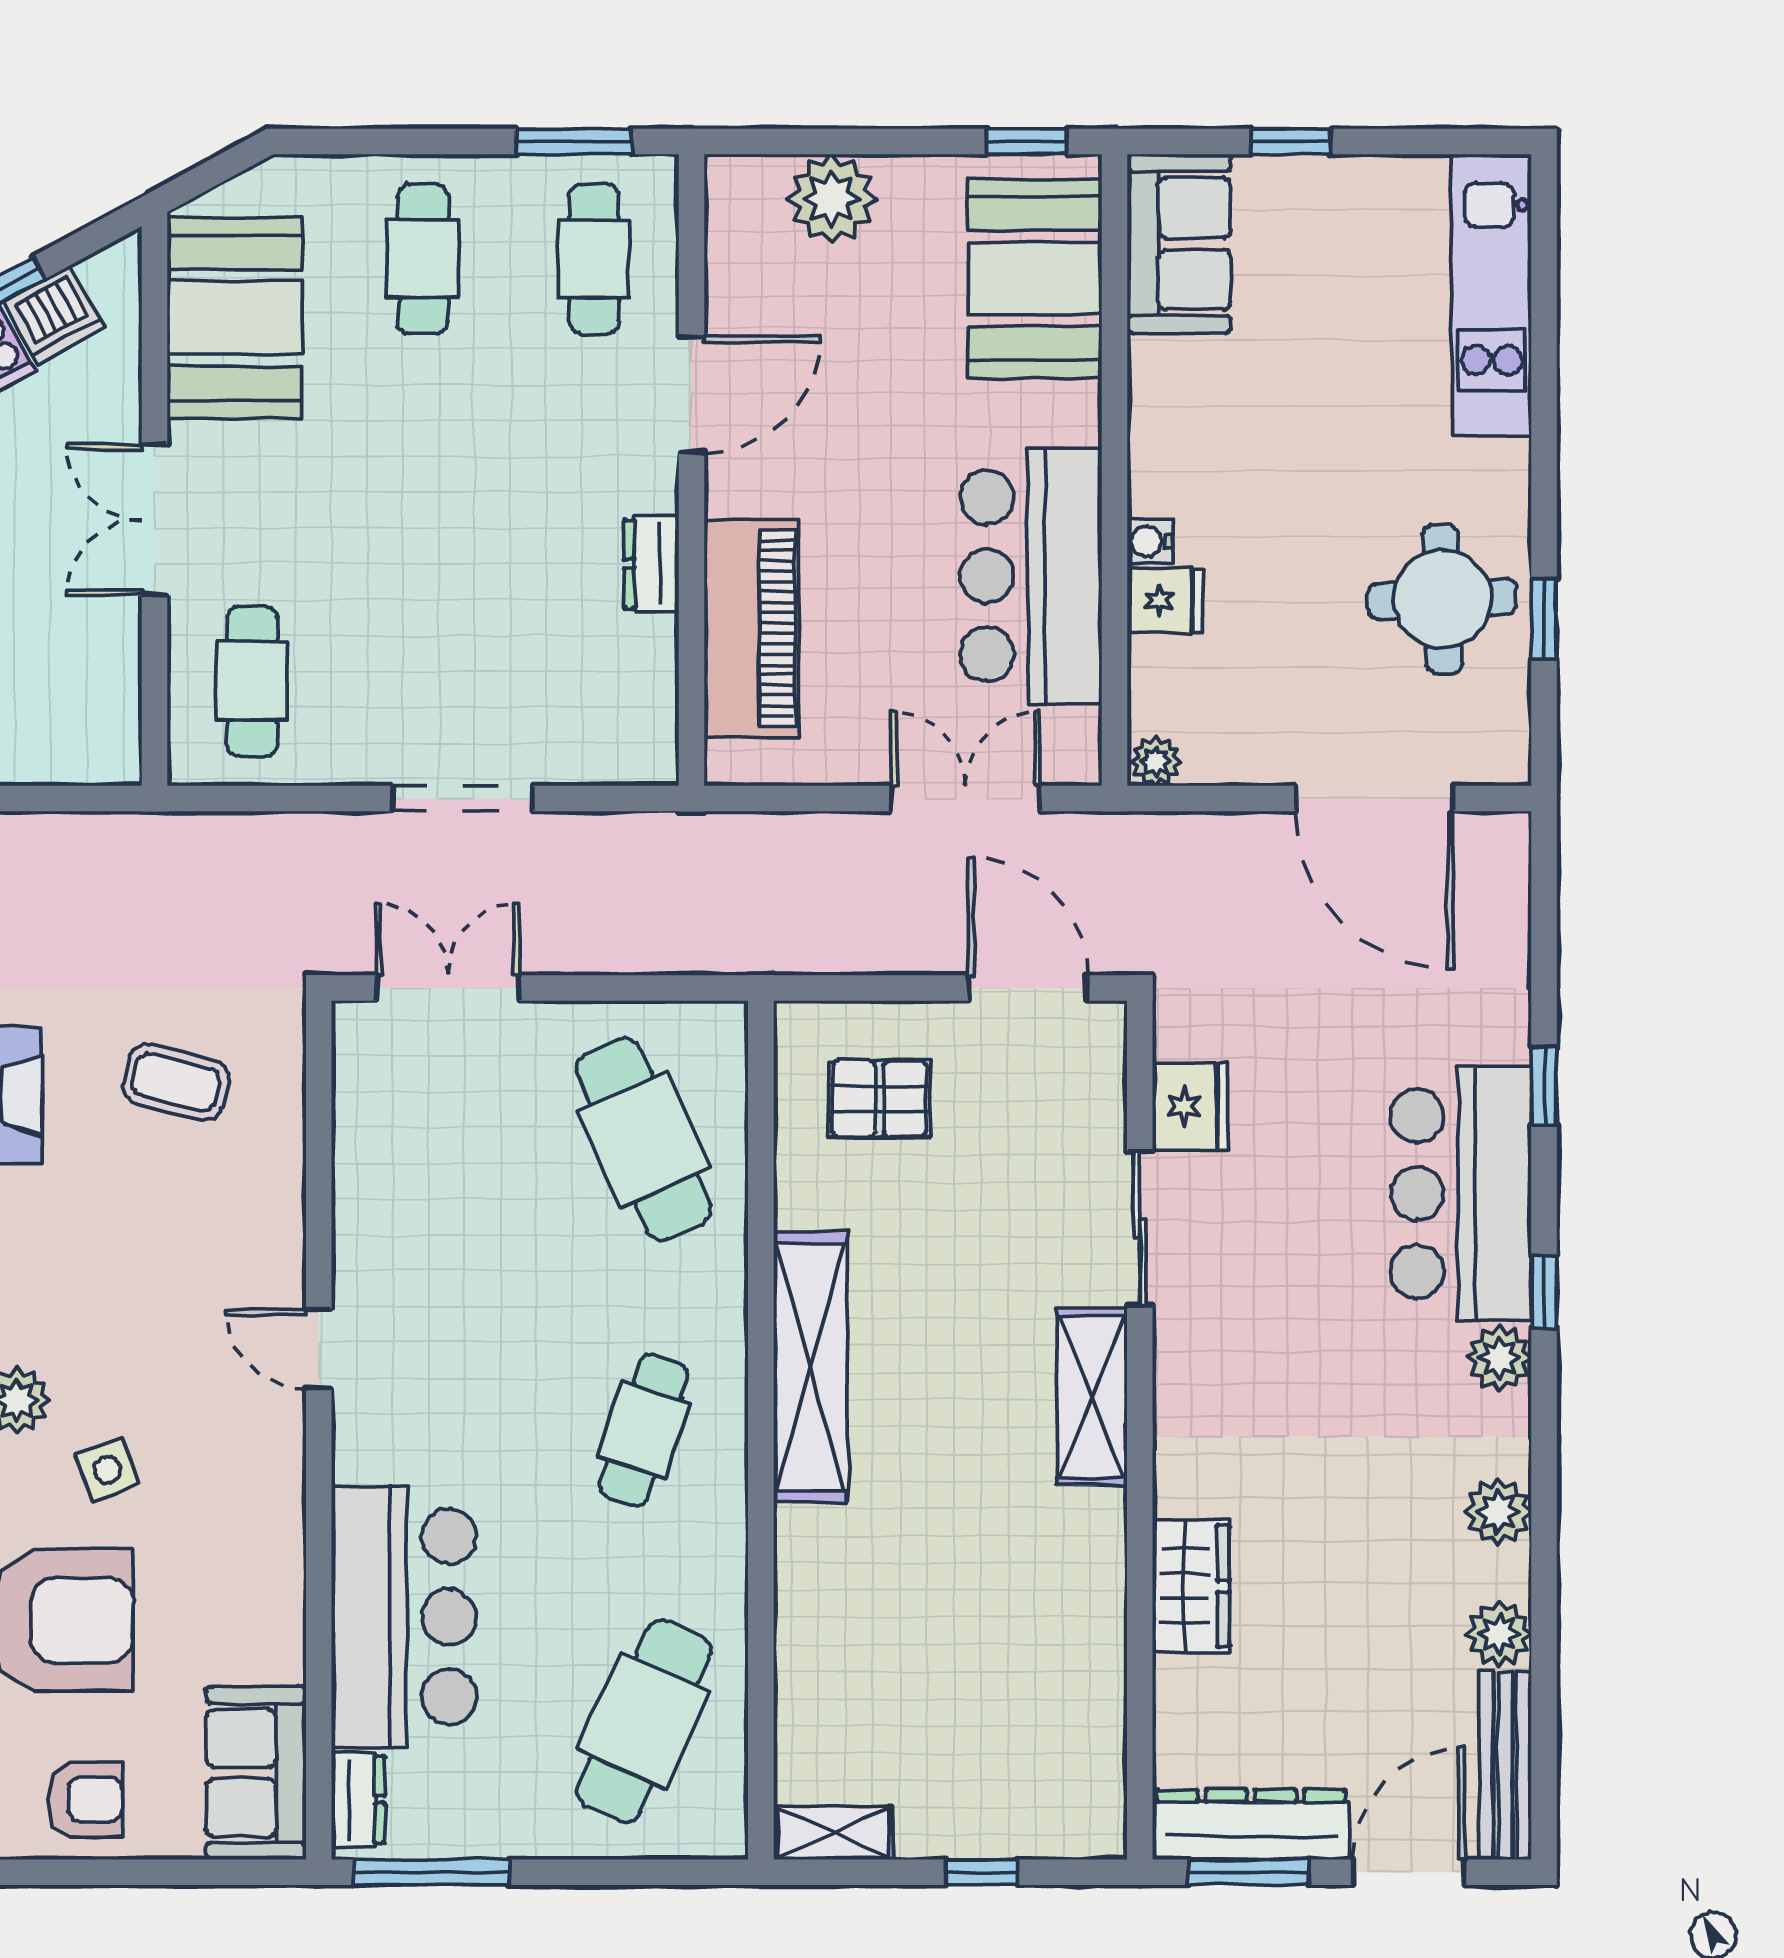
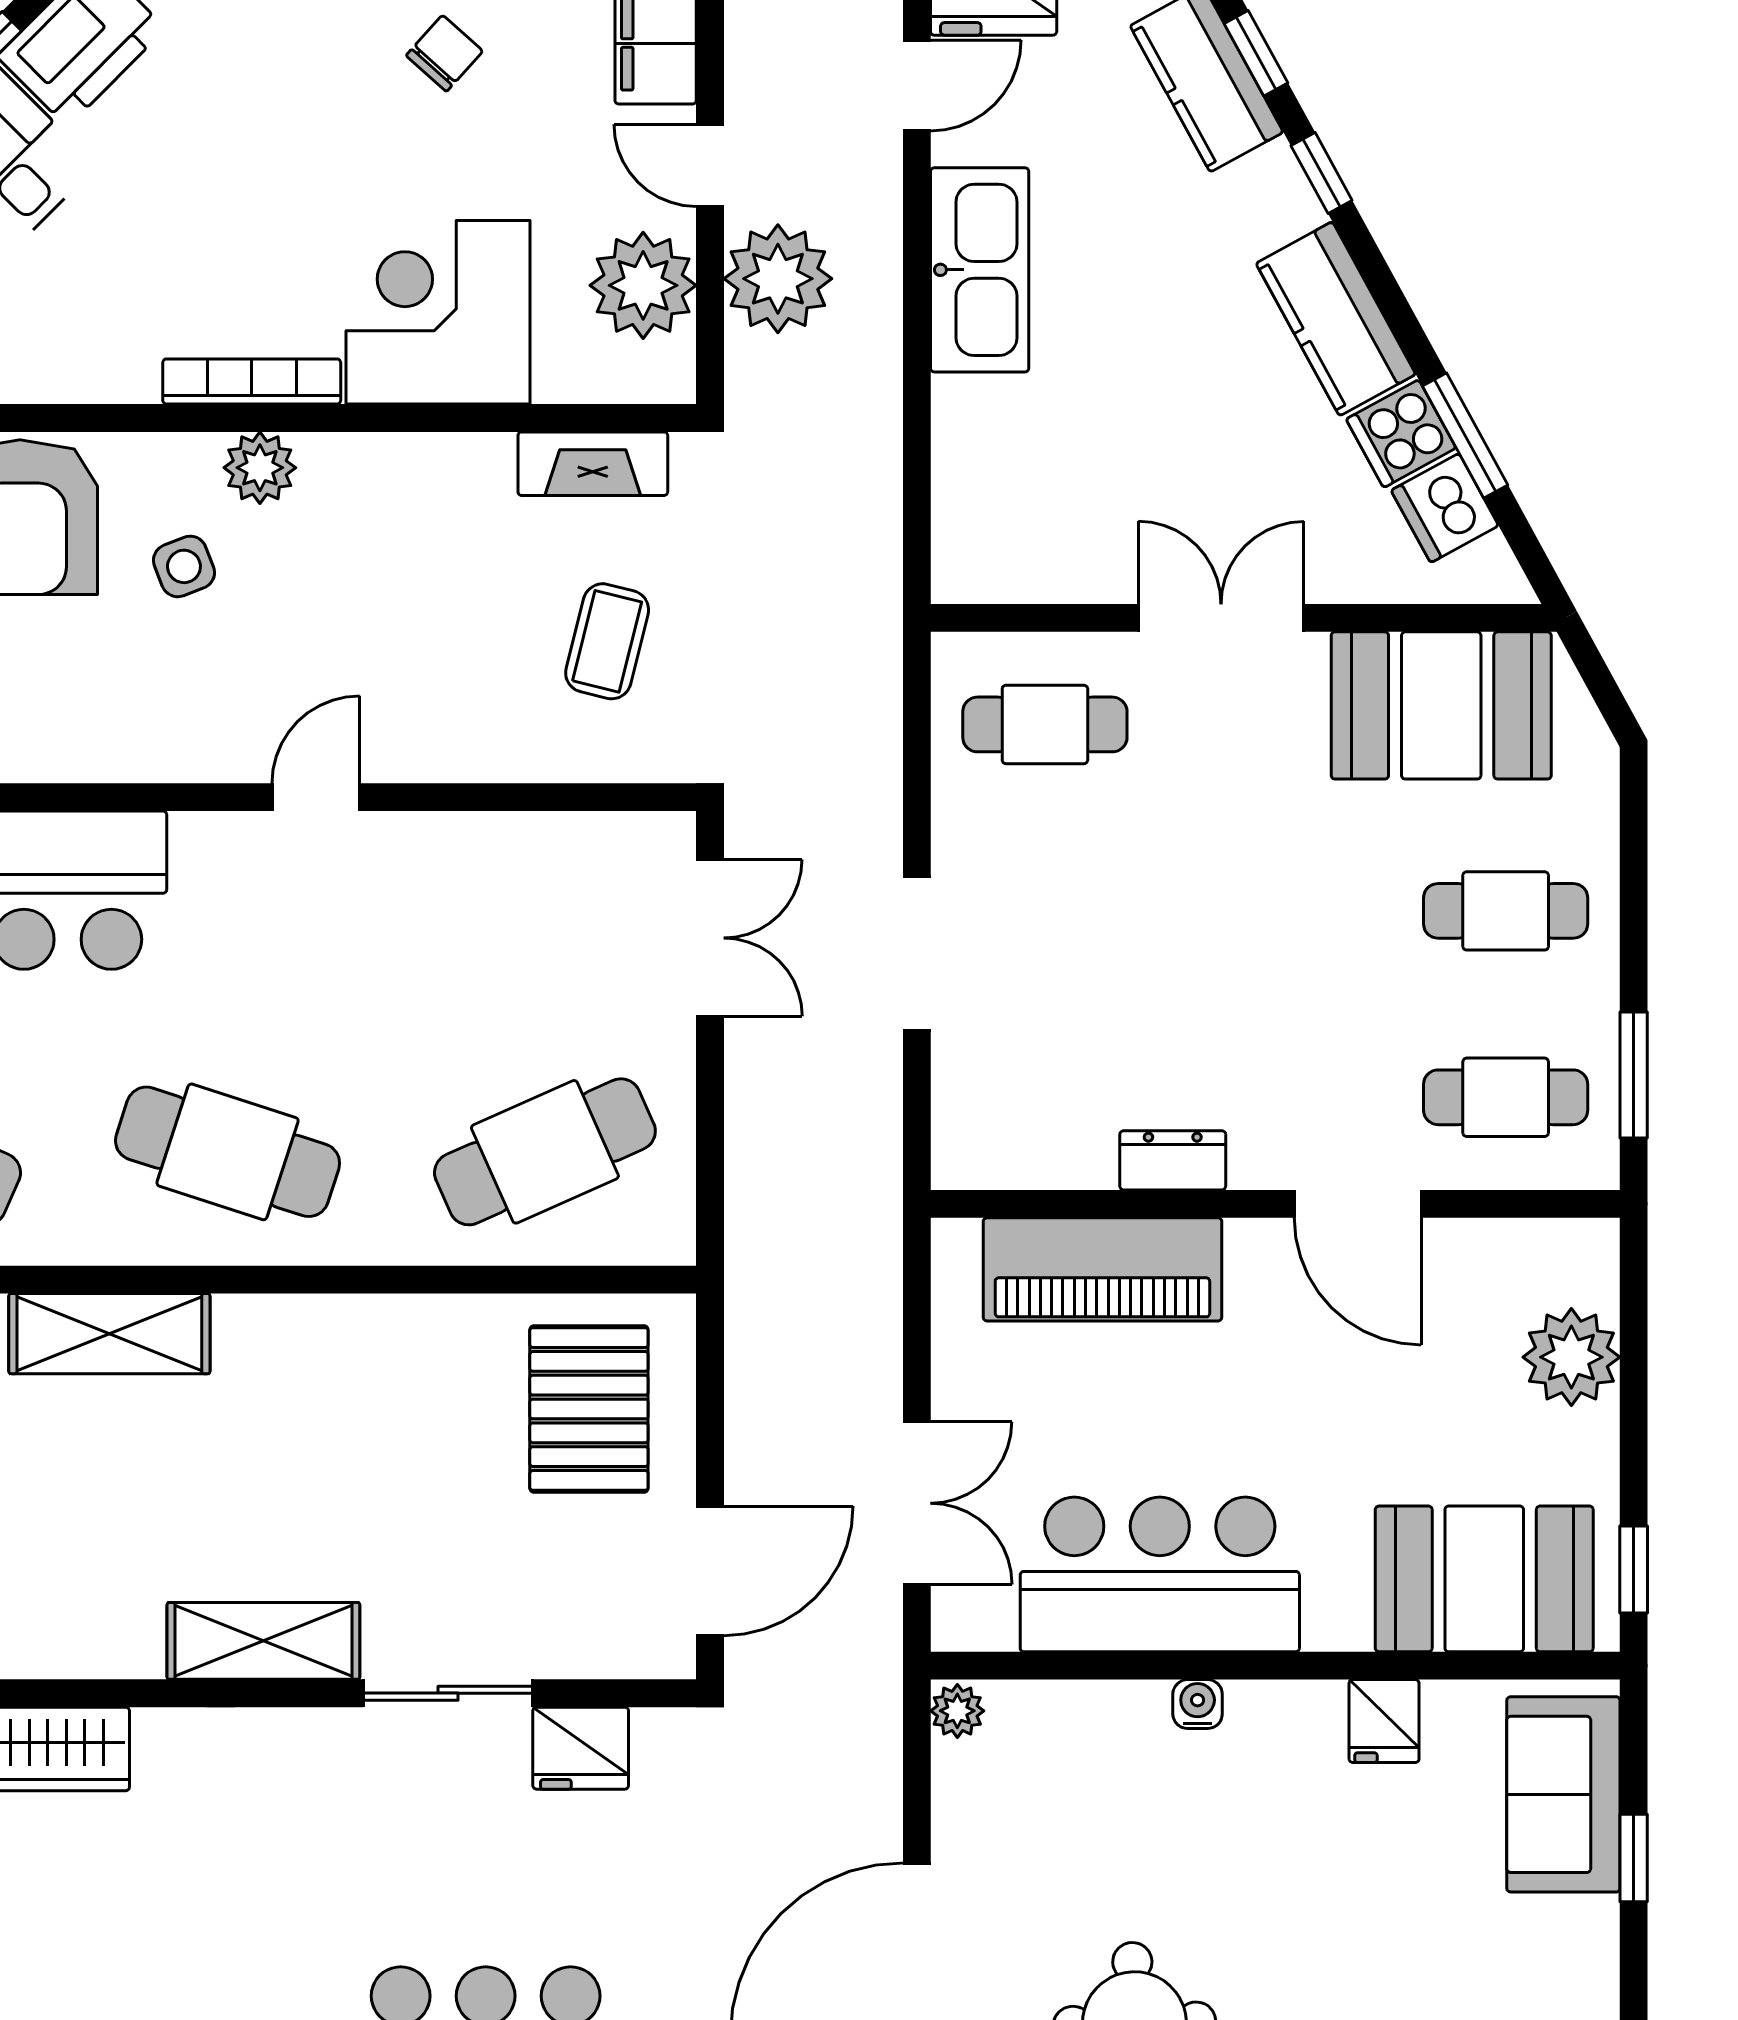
sofa: (1179, 244) -> (1563, 1794), moved, turned 90
fridge: (1165, 601) -> (1384, 1721), moved
pallet: (879, 1099) -> (589, 1409), width x1.50, depth x1.42
shelving: (810, 1367) -> (109, 1334), moved, width x0.68
cafe table: (644, 1430) -> (228, 1152), width x1.37, depth x1.35

